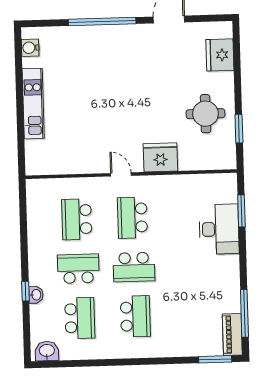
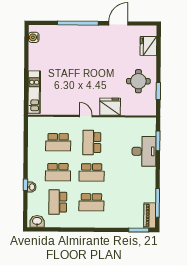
kitchen unit: (33, 104) -> (34, 92), moved
school desk: (77, 219) -> (58, 142), turned -90
school desk: (78, 269) -> (58, 172), turned 180
school desk: (135, 316) -> (91, 202), turned 90
school desk: (80, 318) -> (58, 202), turned 180

